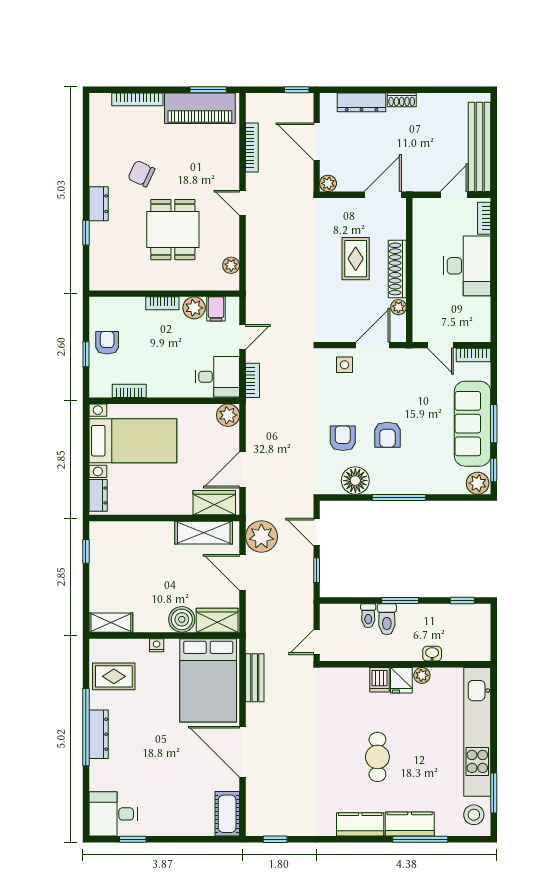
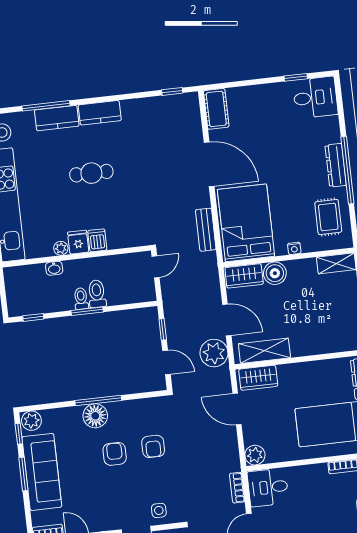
door: (242, 470) -> (237, 409), swing flipped
floor lamp: (355, 481) -> (95, 416), moved
toilet: (368, 616) -> (81, 299), moved
rug: (114, 676) -> (328, 217), turned 90
cafe table: (377, 757) -> (91, 173), turned 90

